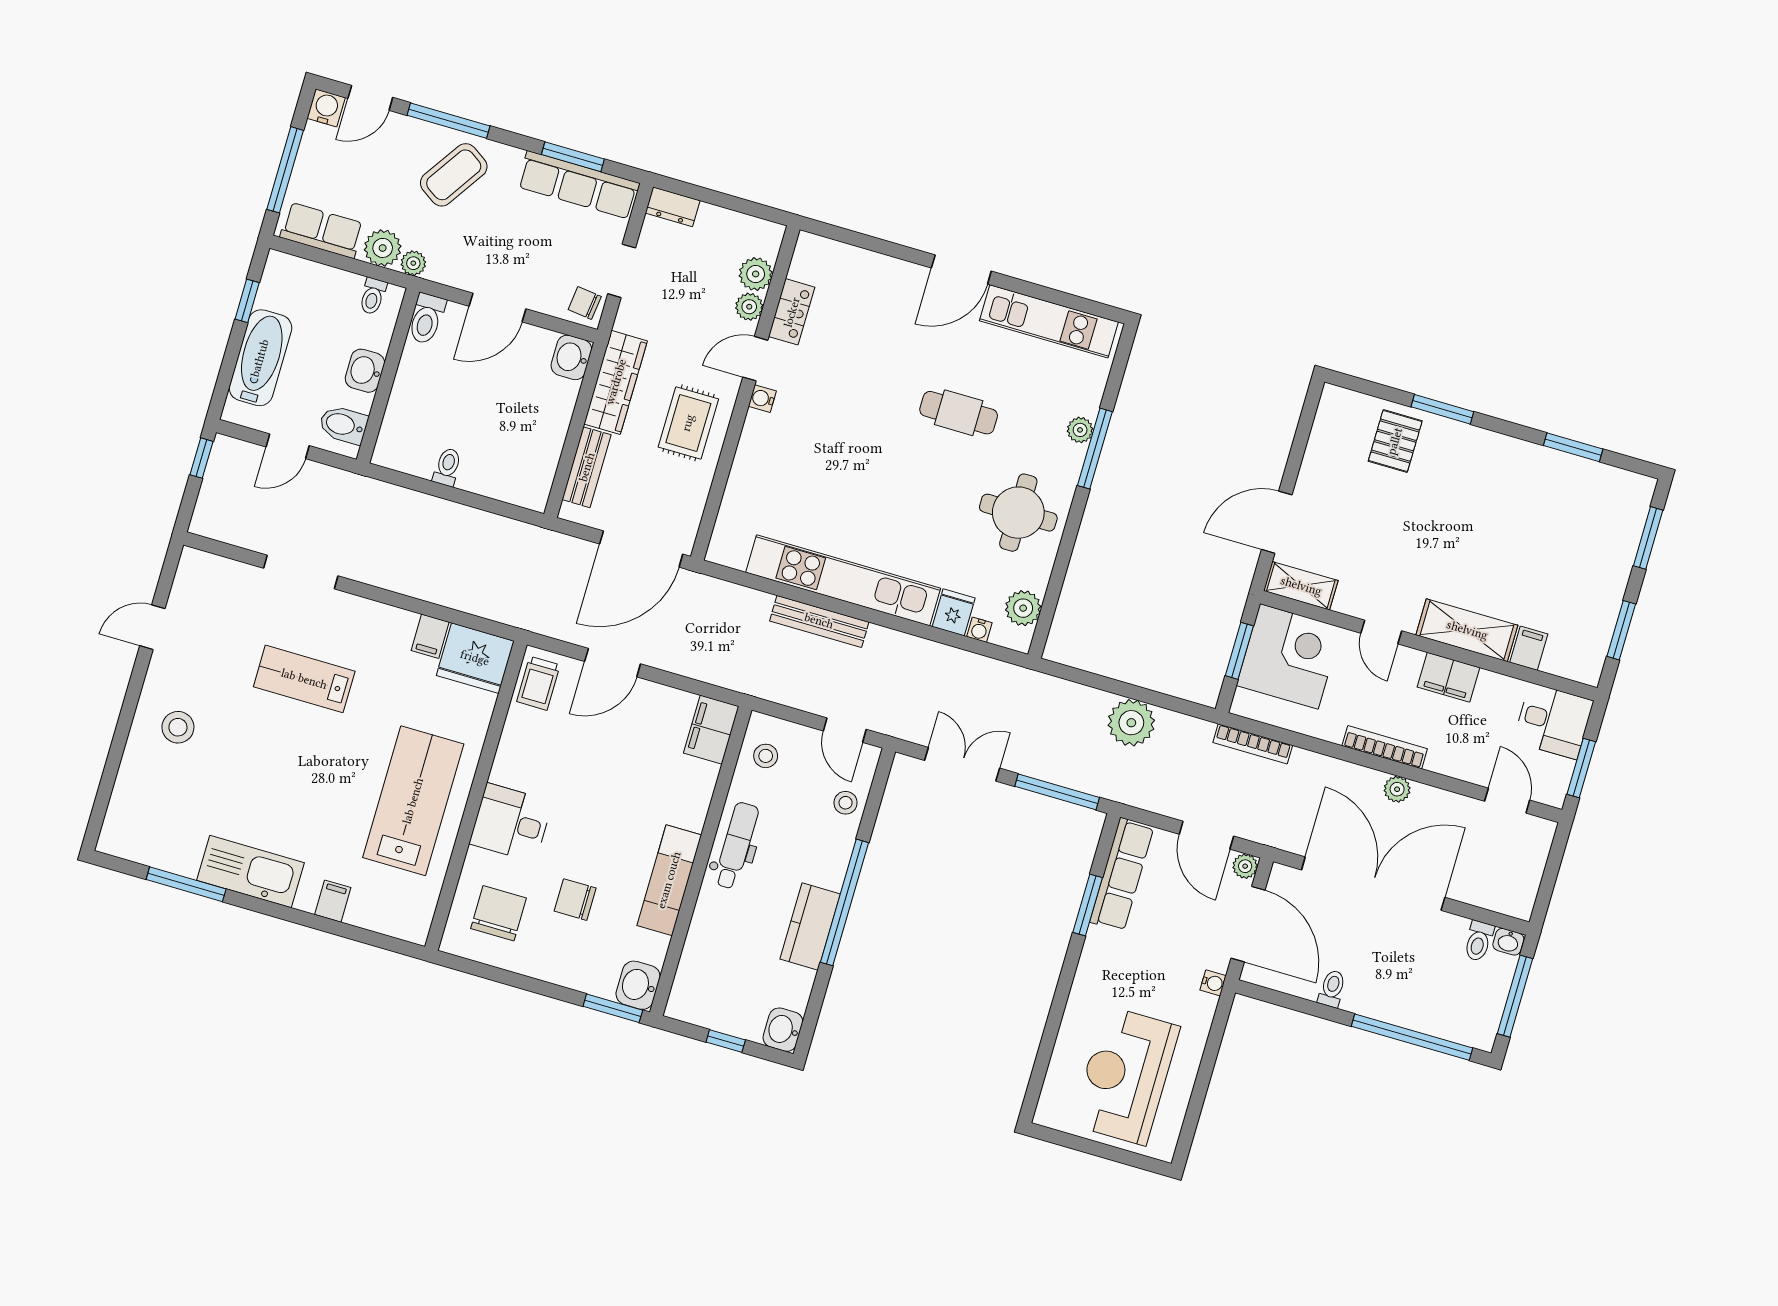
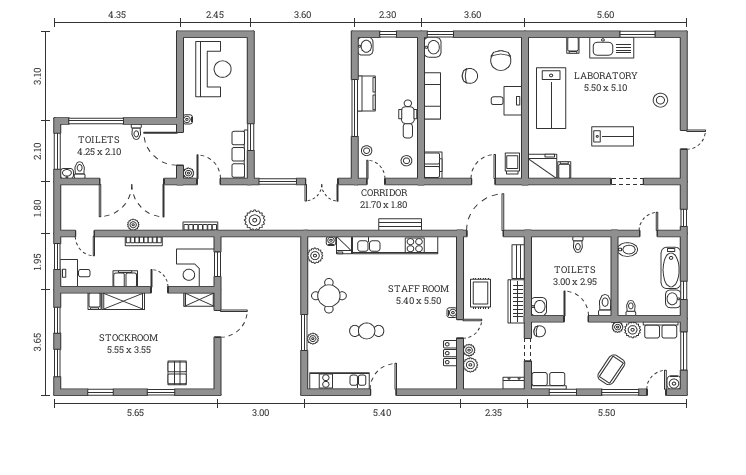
row of seats: (579, 185) -> (548, 381), width x0.68
door: (498, 307) -> (576, 319), hinge flipped
washbasin: (365, 371) -> (673, 299), moved, turned 180

